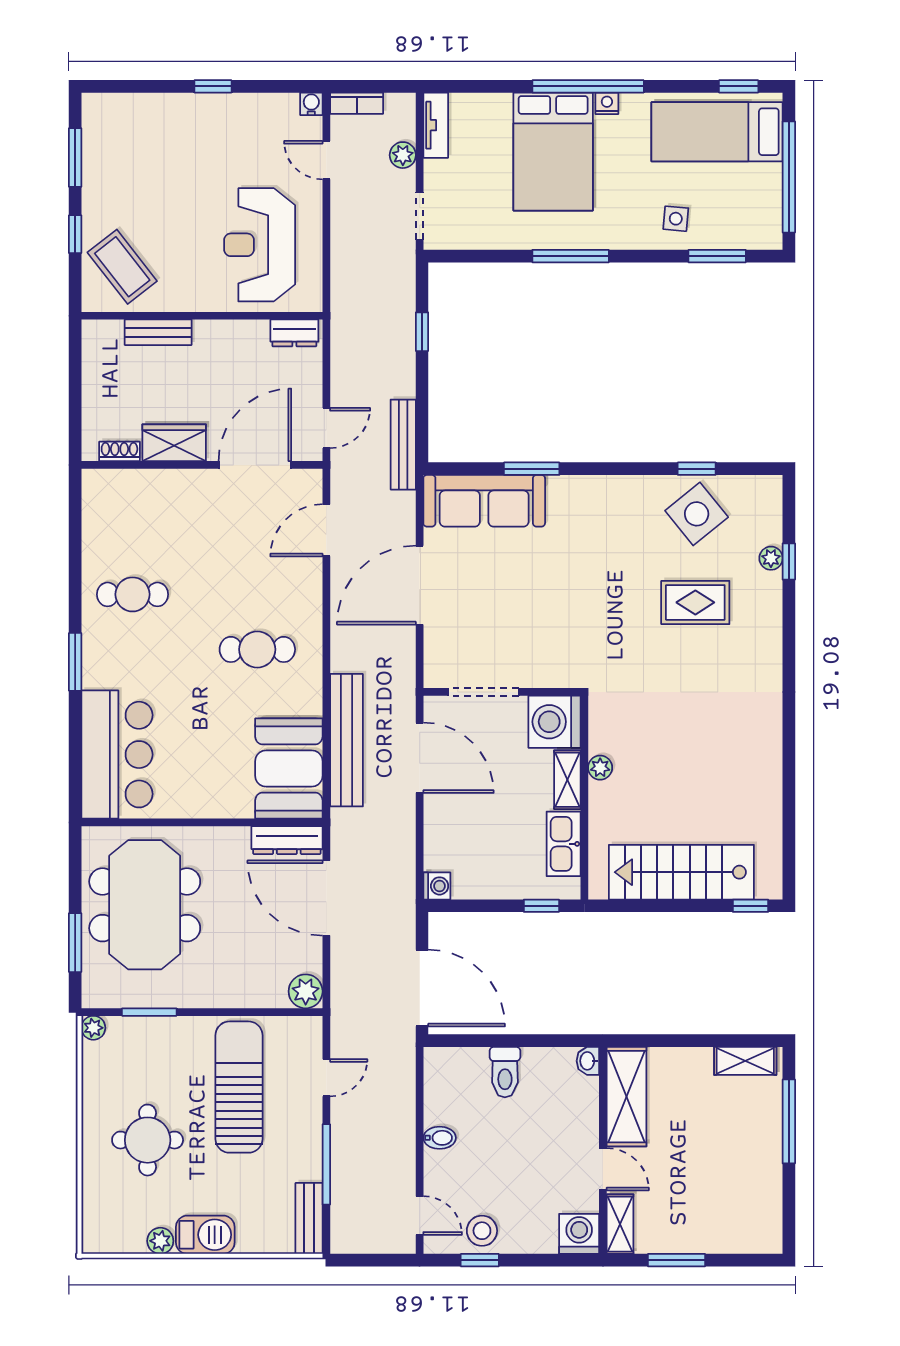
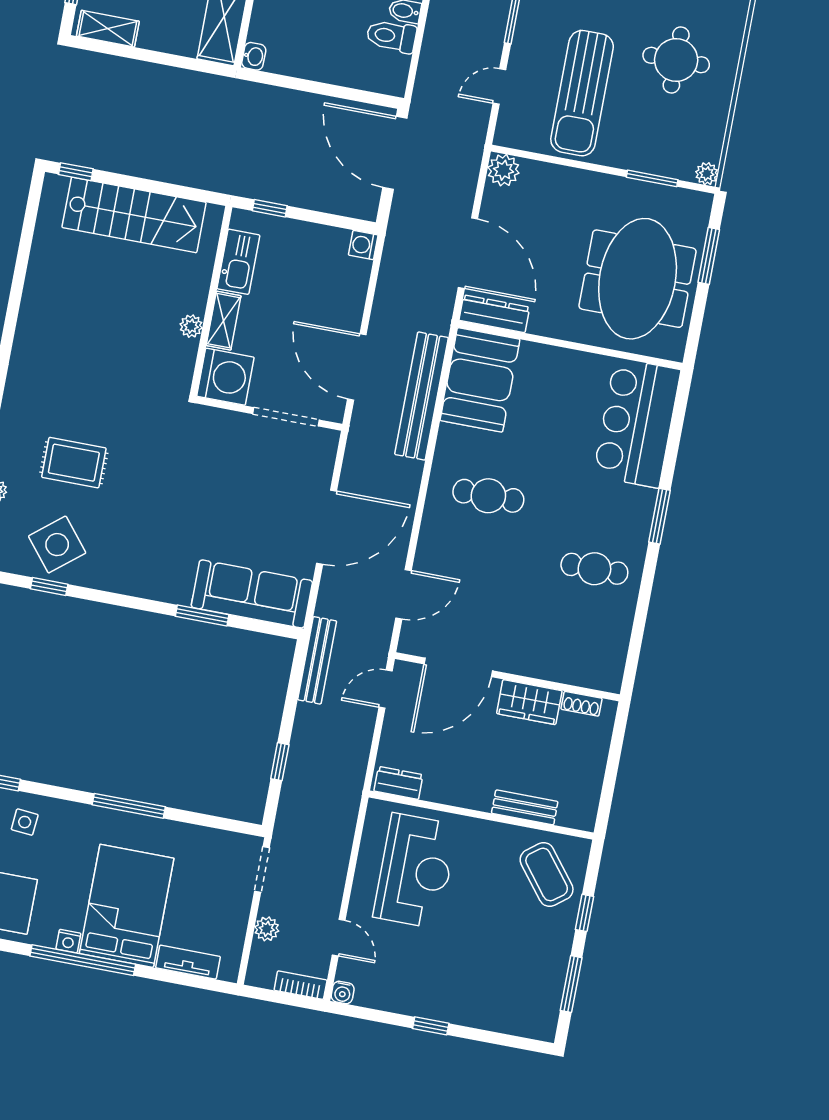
tv unit: (436, 125) -> (188, 962), moved, turned 90
toilet: (505, 1072) -> (391, 36), moved, turned -90

